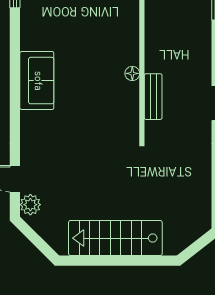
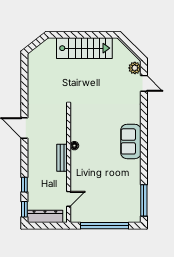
bench: (153, 97) -> (62, 158), moved

